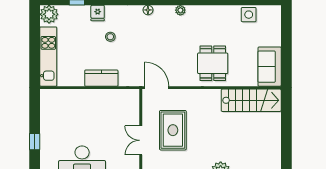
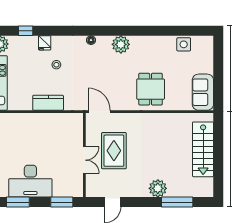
plant: (180, 10) -> (121, 44), width x1.87, depth x1.87
stairs: (251, 100) -> (203, 149), moved, turned 90
double door: (141, 140) -> (84, 160), swing flipped

